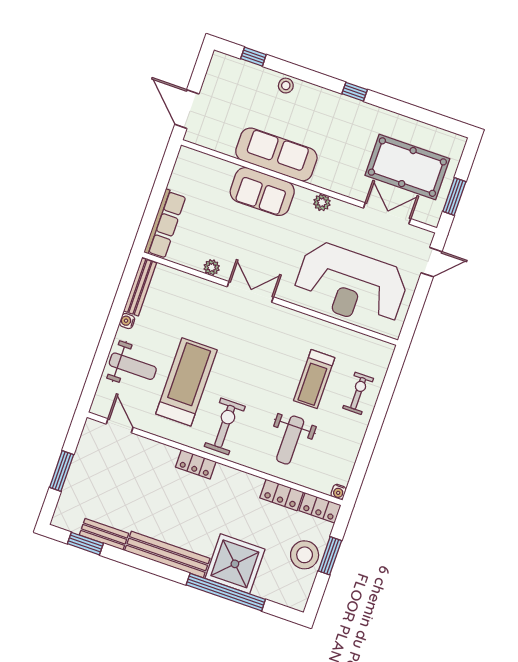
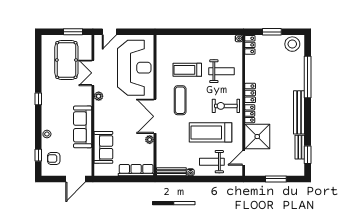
armchair: (237, 83) -> (54, 159), added
sofa: (262, 192) -> (103, 147), moved
double door: (387, 213) -> (93, 73), moved
door: (432, 262) -> (109, 32), swing flipped
double door: (250, 292) -> (155, 116), width x1.37
exercise mat: (264, 347) -> (180, 100), added
weight bench: (133, 366) -> (212, 162), turned -90
treadmill: (314, 379) -> (187, 70), turned 180
exercise bike: (358, 393) -> (187, 46), removed
locker: (282, 495) -> (250, 93), moved
stool: (305, 555) -> (292, 44), moved
shower: (235, 564) -> (257, 137), moved

